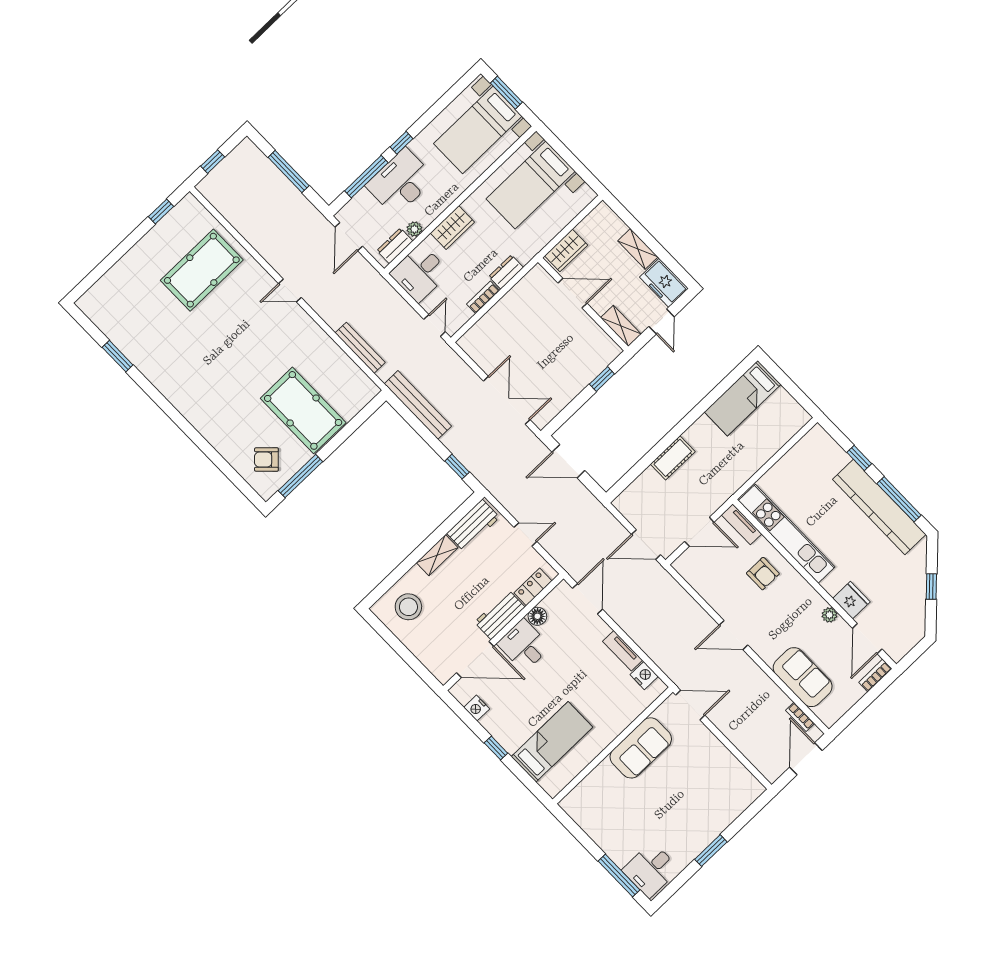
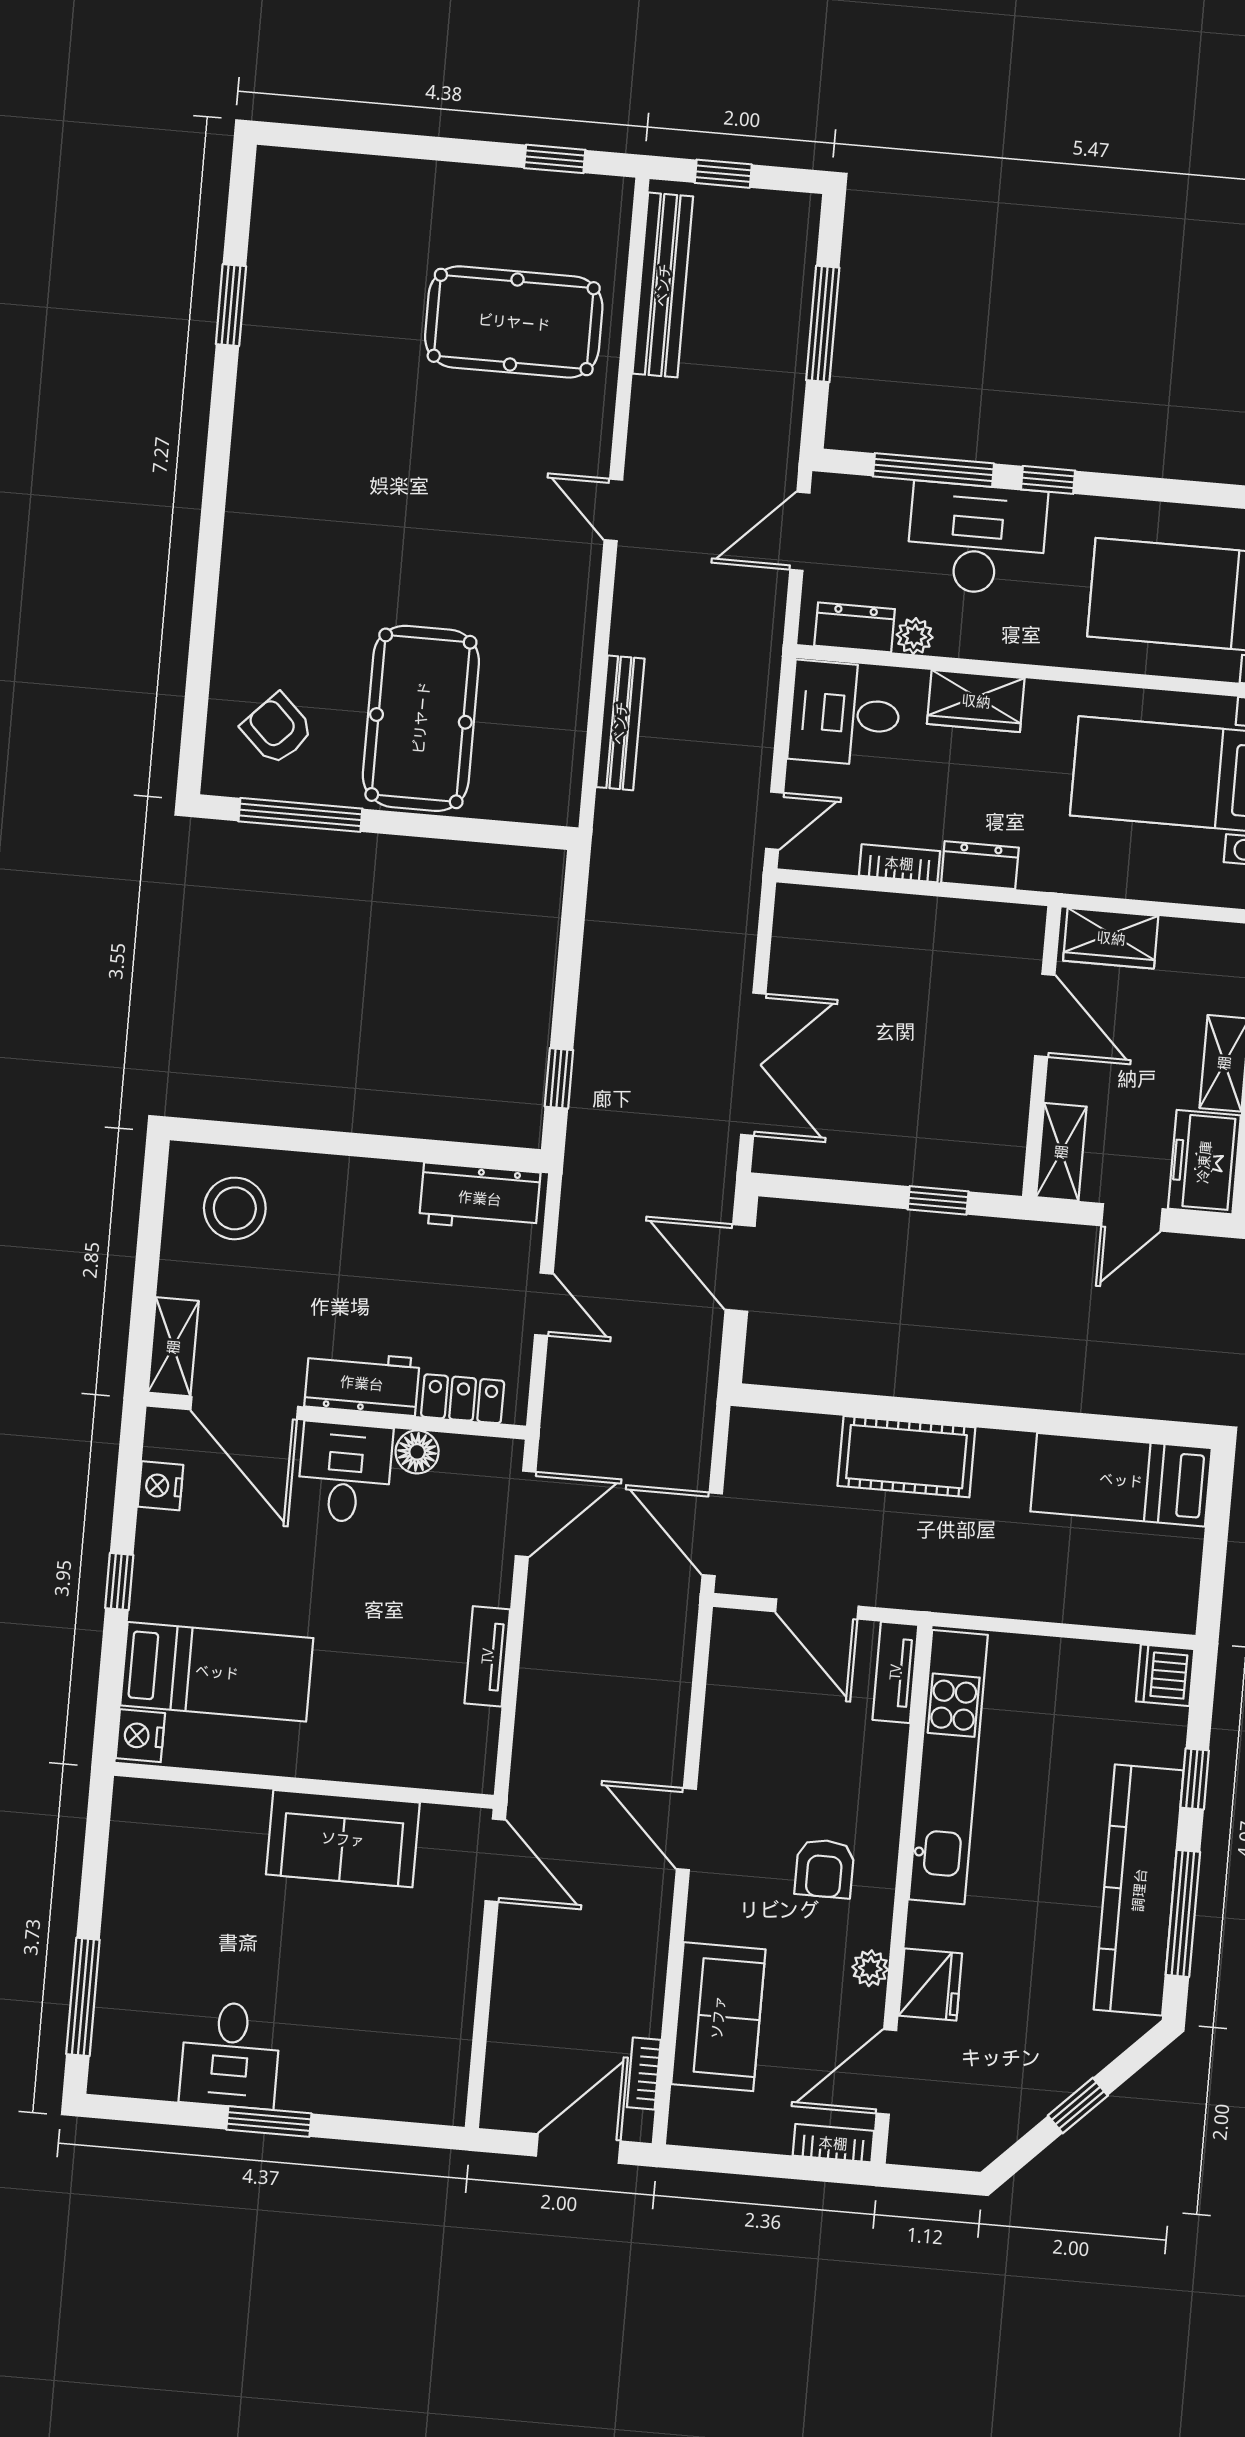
bench: (418, 405) -> (663, 285), moved
dishwasher: (818, 439) -> (1165, 1675), added
cot: (673, 458) -> (906, 1457), width x1.37, depth x1.34
shelving: (437, 555) -> (173, 1347), moved, turned 90
armchair: (763, 574) -> (824, 1869), moved
nightstand: (644, 676) -> (140, 1736), moved, turned 180
desk: (651, 870) -> (230, 2055), moved, turned -90

